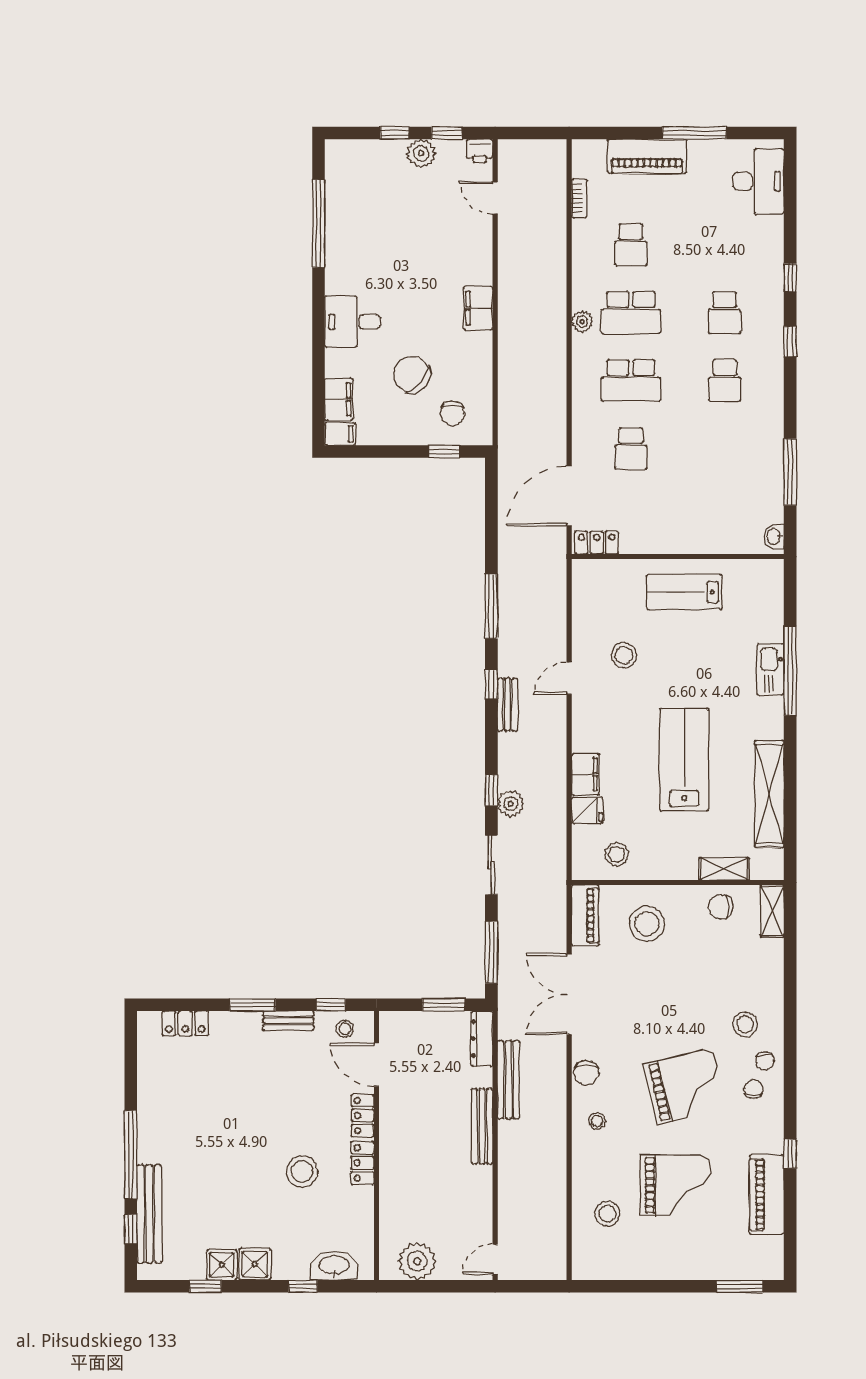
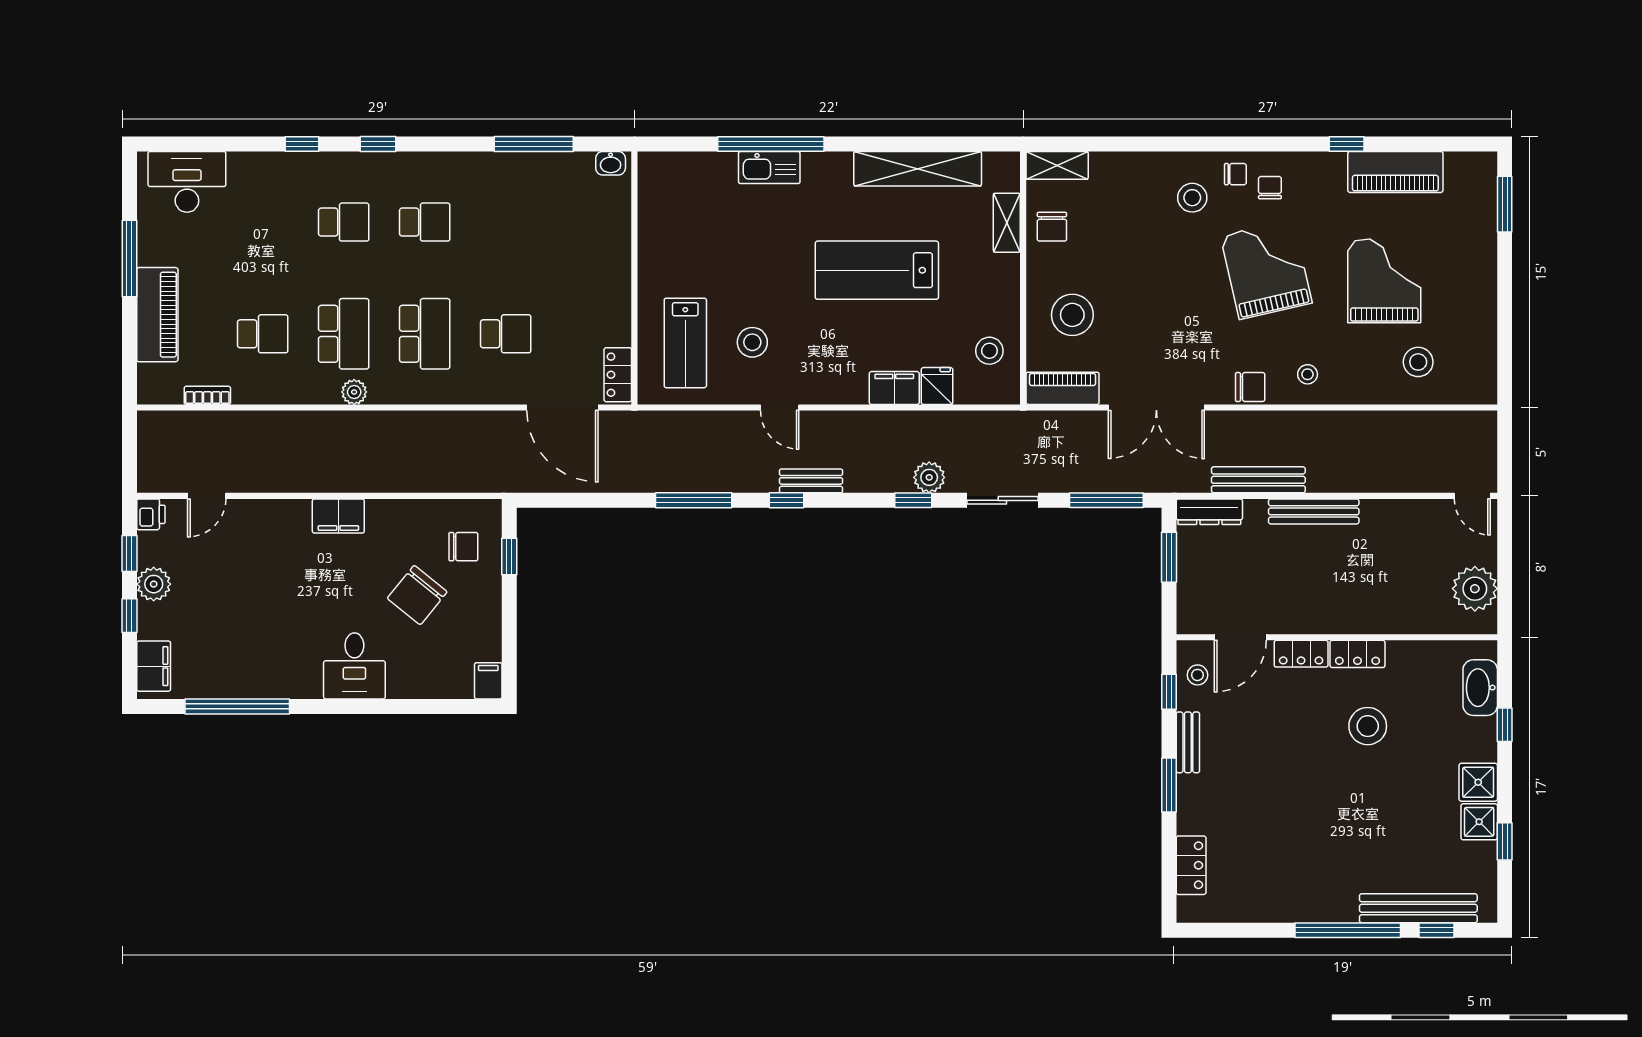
filing cabinet: (339, 399) -> (154, 666), moved, turned 90
lab bench: (684, 592) -> (685, 343), moved
chair: (753, 1089) -> (1270, 188), turned 90

